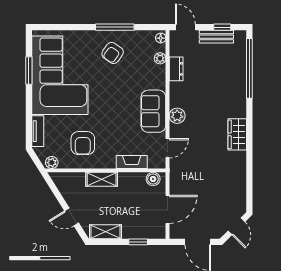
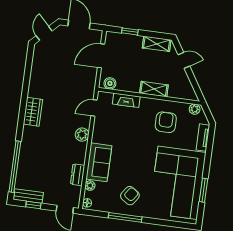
bench: (216, 37) -> (28, 196), moved
sofa: (153, 111) -> (99, 162), moved

